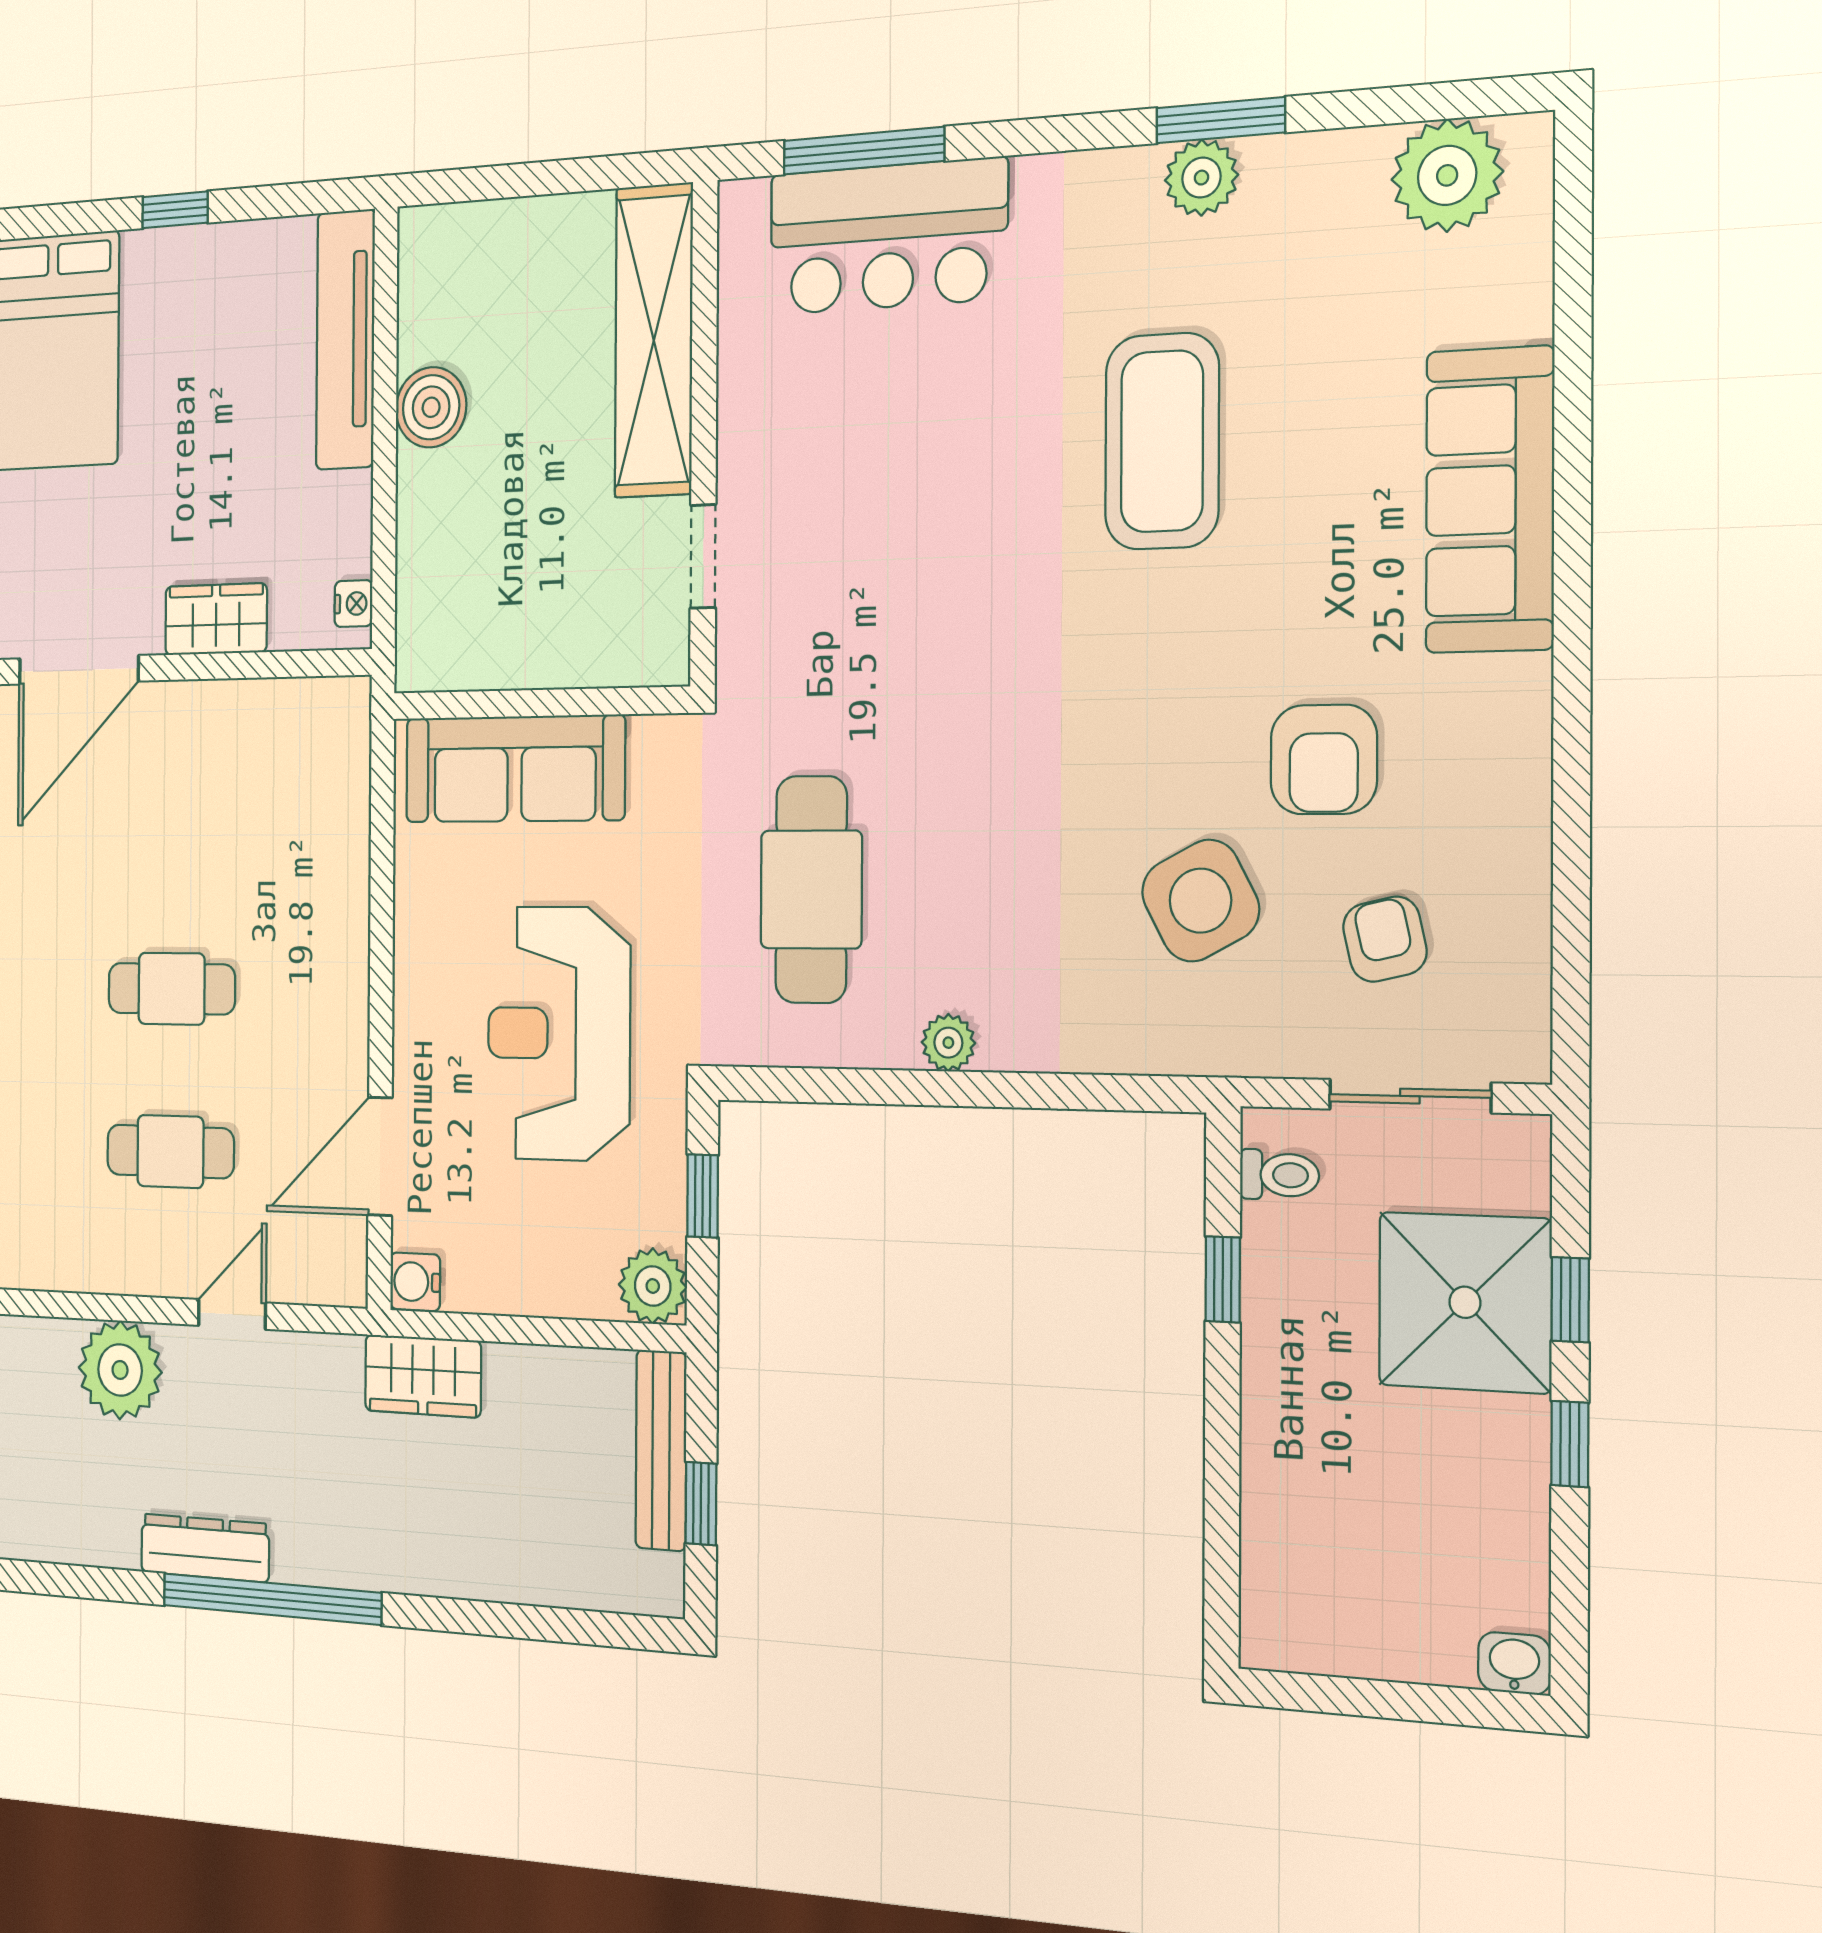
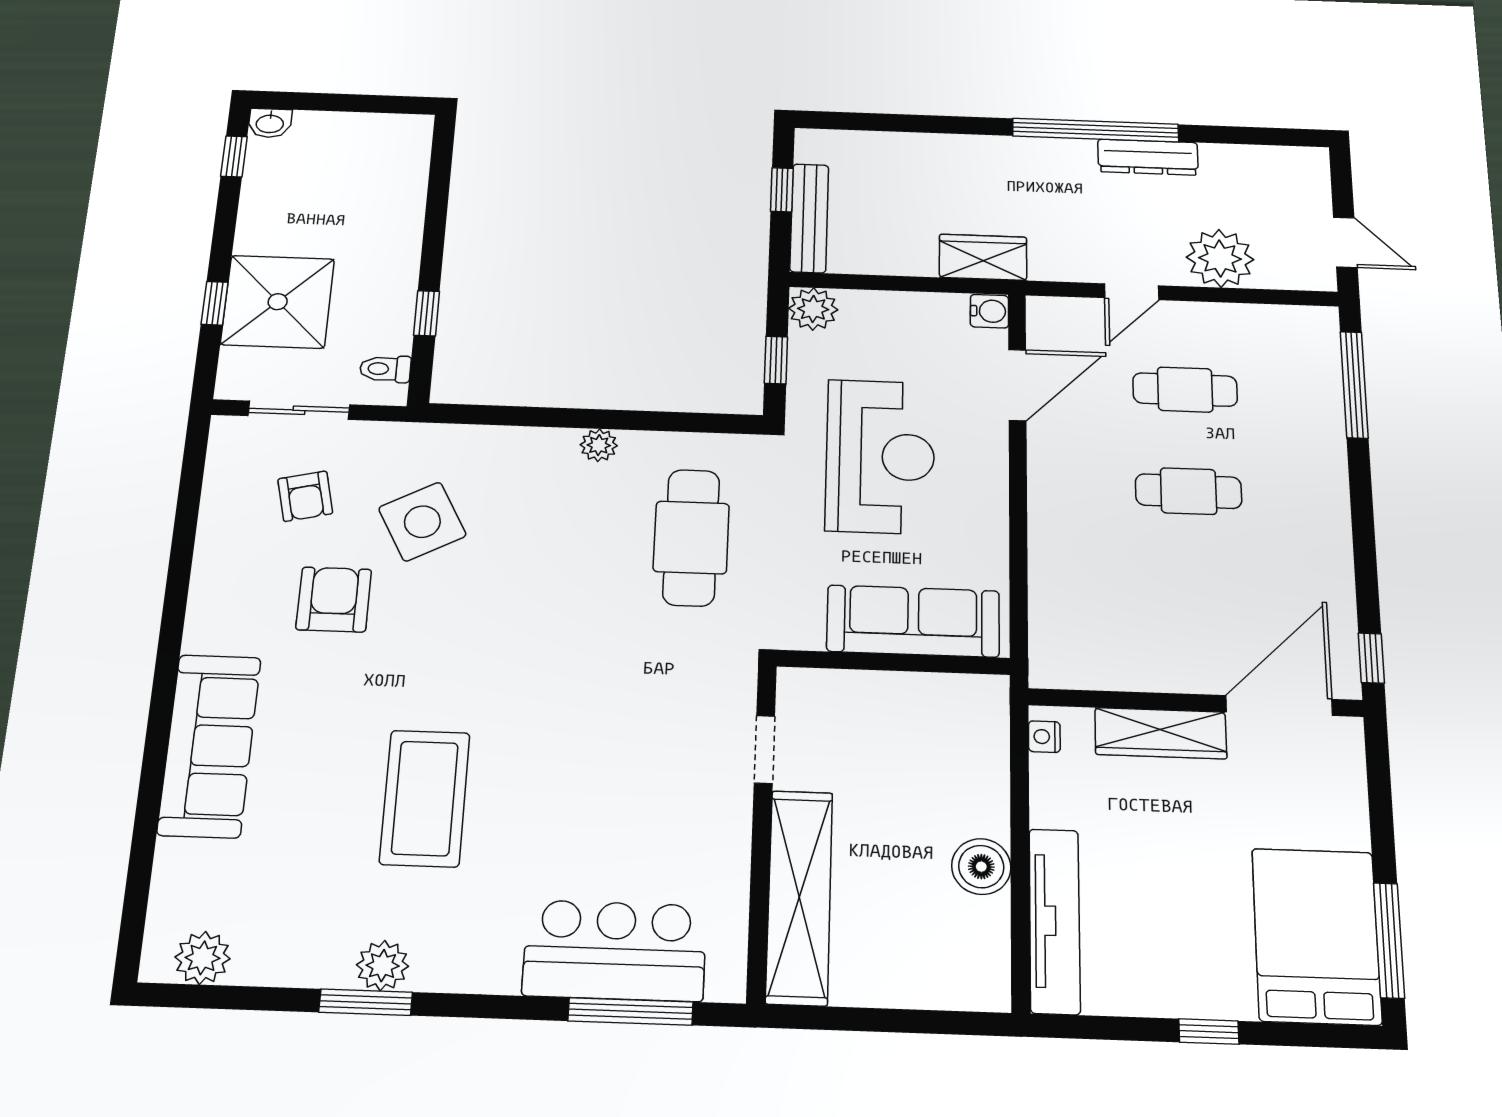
plant: (1447, 175) -> (202, 958), width x0.73, depth x0.73
wardrobe: (216, 619) -> (1161, 733), width x1.50
window: (1570, 1444) -> (234, 156), moved

